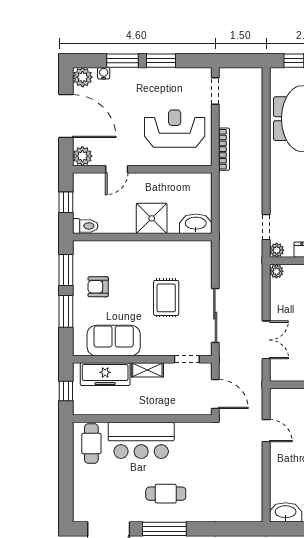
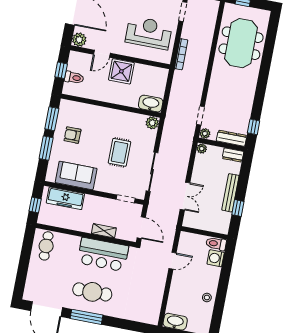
shower: (152, 218) -> (121, 71), moved
toilet: (85, 226) -> (74, 78), moved
plant: (203, 249) -> (152, 123), added
shelving: (147, 370) -> (104, 231), moved
door: (266, 431) -> (173, 261), hinge flipped
bar counter: (141, 440) -> (103, 254), moved
cafe table: (166, 494) -> (92, 292), width x1.37, depth x1.35

